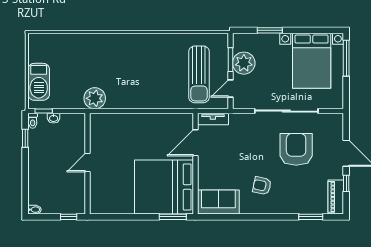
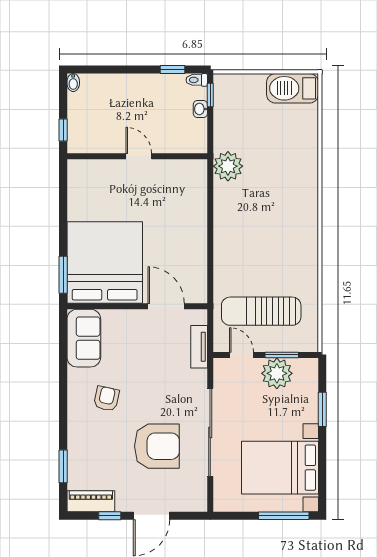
barbecue: (39, 82) -> (293, 88), moved
tv unit: (213, 119) -> (199, 347), moved

